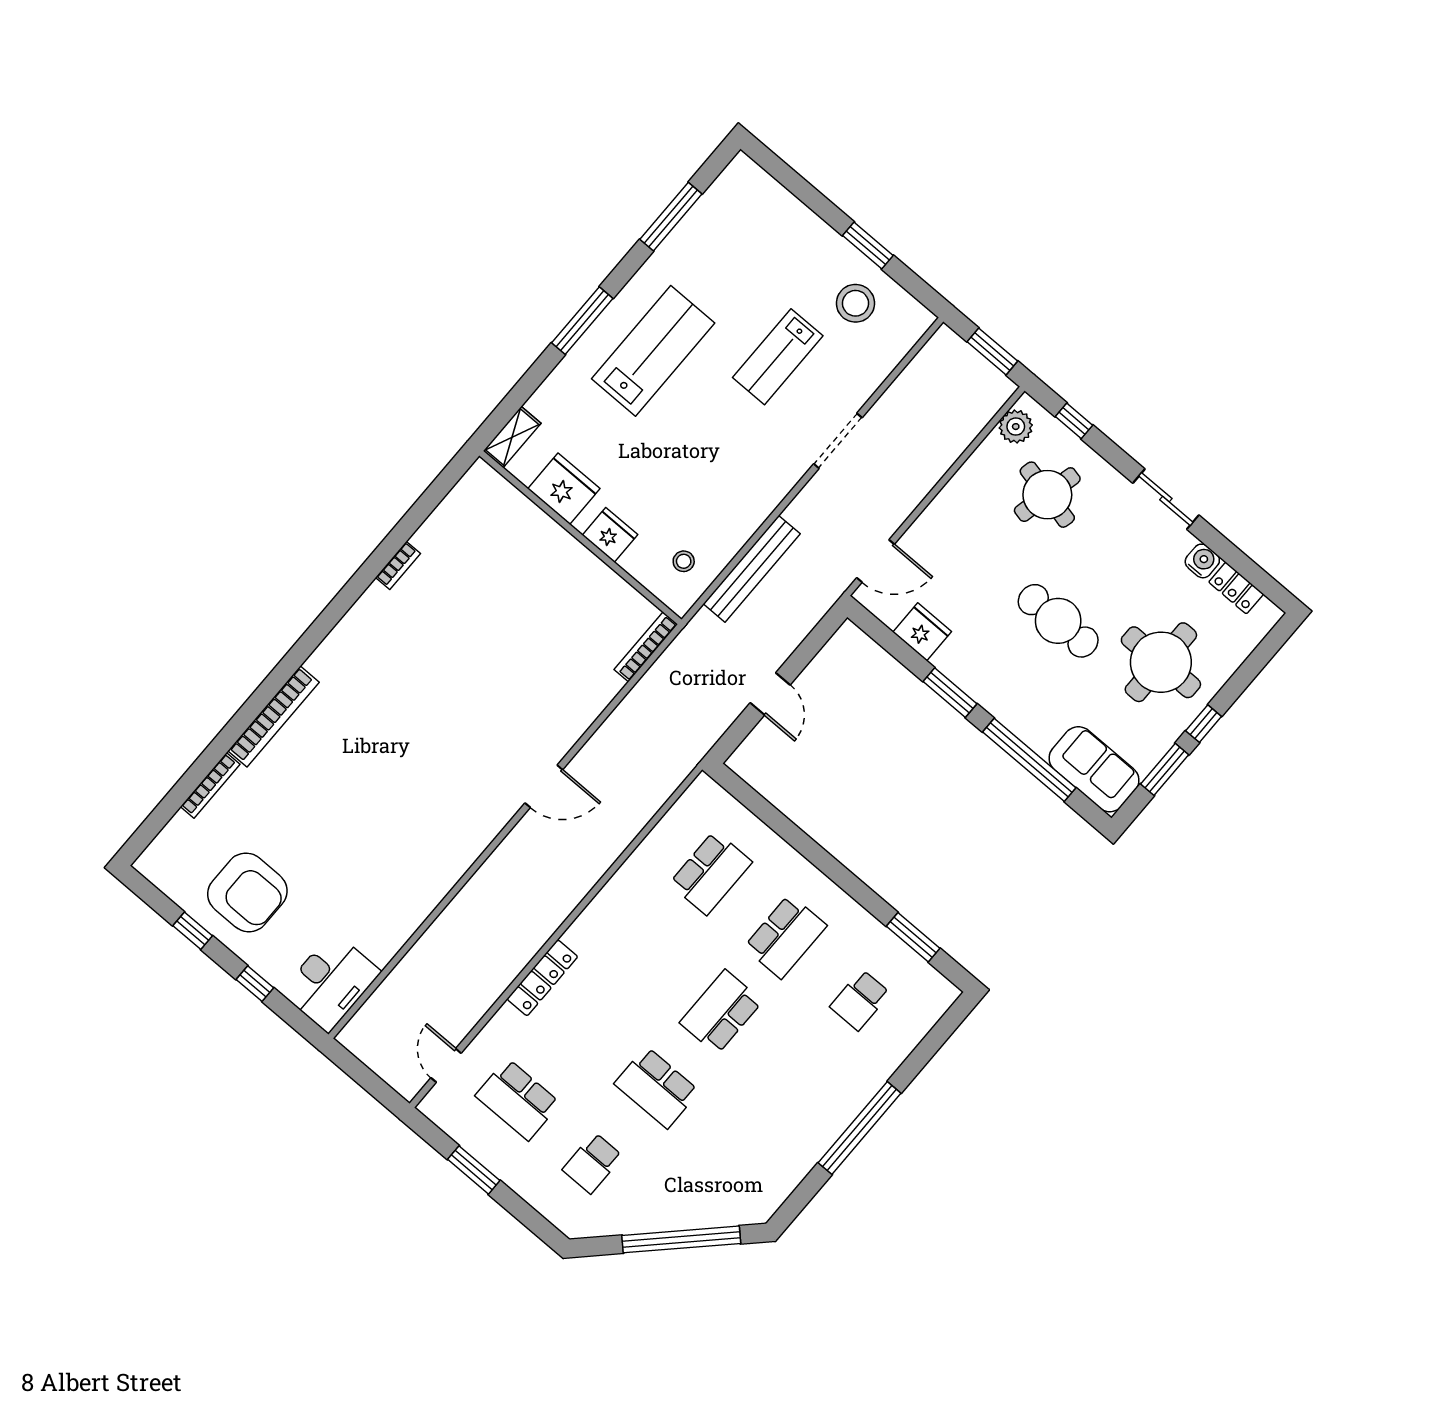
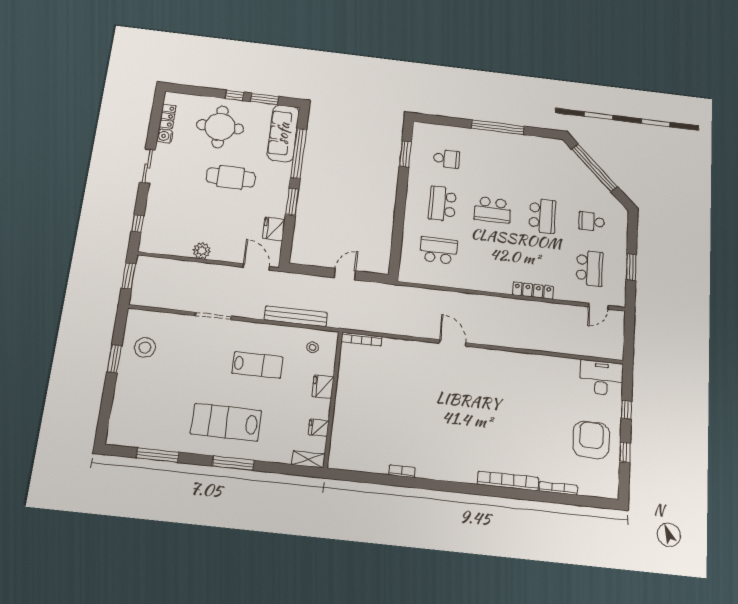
lab bench: (778, 357) -> (257, 365), moved
plant: (1016, 427) -> (202, 251), moved
fridge: (564, 489) -> (319, 428), width x0.53, depth x0.75
round table: (1047, 495) -> (178, 215), removed
cafe table: (1058, 621) -> (231, 177), turned 90
sofa: (1094, 769) -> (283, 133), width x1.36
school desk: (785, 936) -> (442, 204), turned -90
school desk: (593, 1163) -> (592, 222), turned 180

